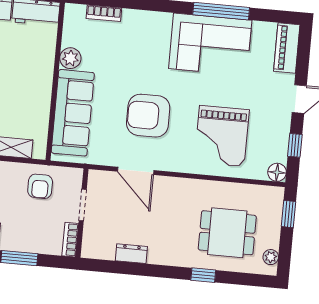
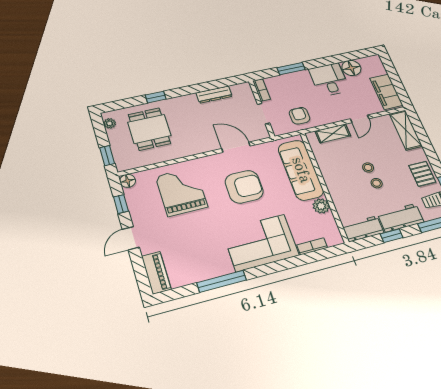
corner sofa: (210, 44) -> (260, 243), moved
dining table: (227, 233) -> (149, 129), turned 90
dresser: (131, 254) -> (214, 95), width x1.44

